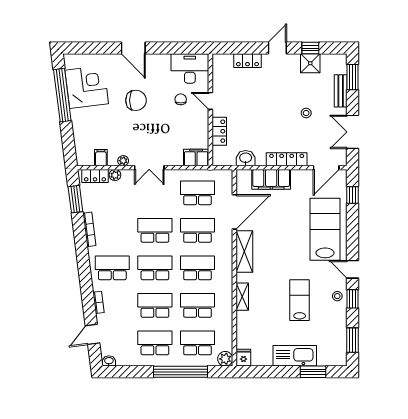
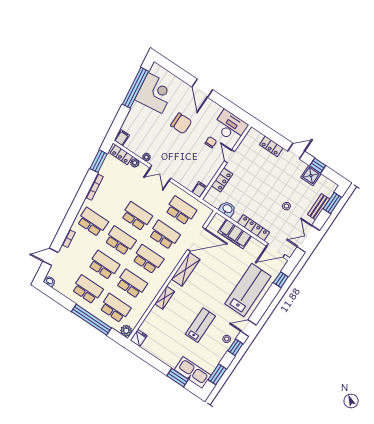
filing cabinet: (101, 158) -> (122, 138), moved
filing cabinet: (196, 158) -> (199, 190), width x0.50
door: (353, 269) -> (248, 328), hinge flipped
kitchen sink: (295, 356) -> (193, 373), moved

